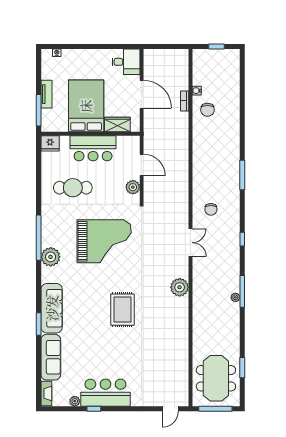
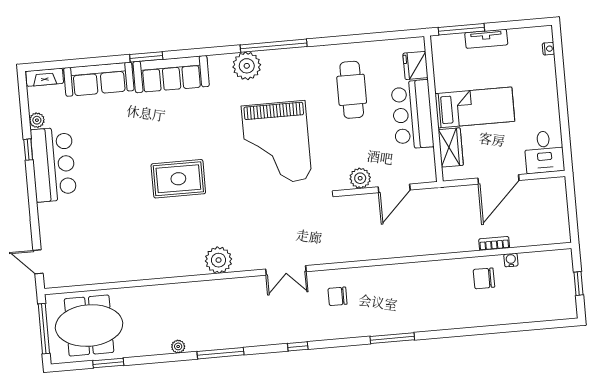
bed: (86, 106) -> (475, 107), width x0.67
fridge: (50, 143) -> (415, 65), moved
plant: (235, 297) -> (178, 346), moved

